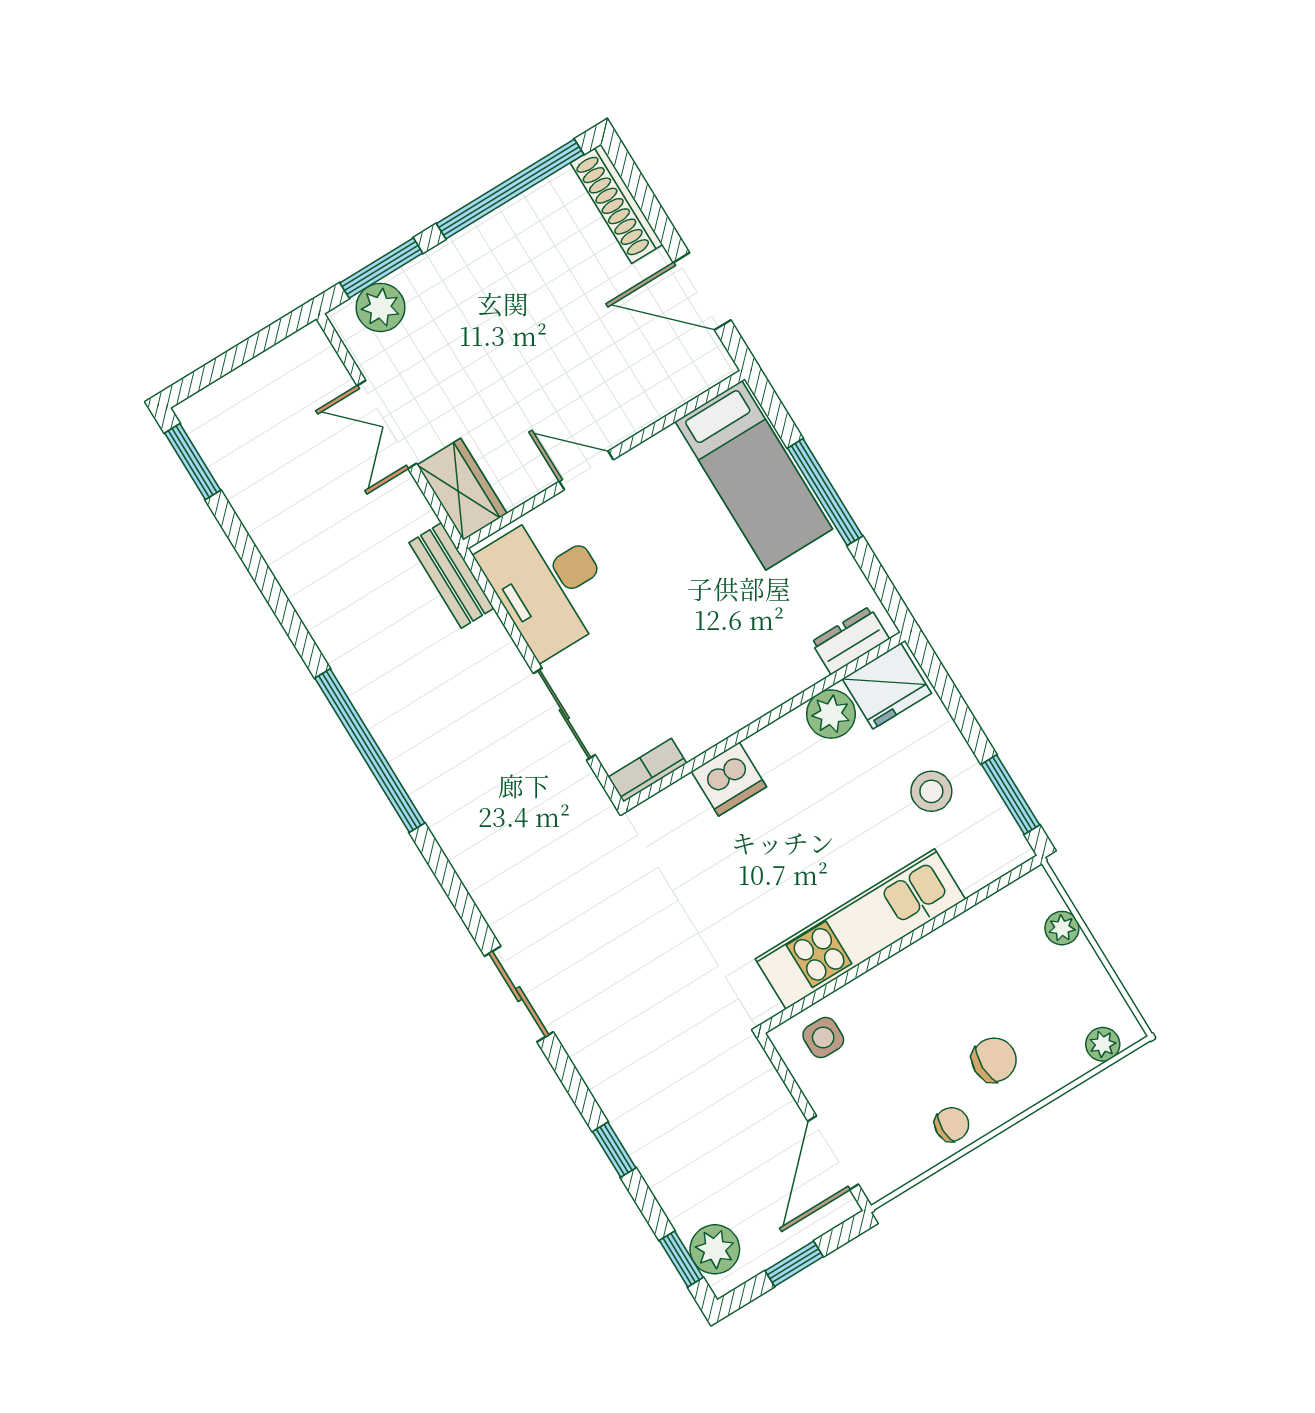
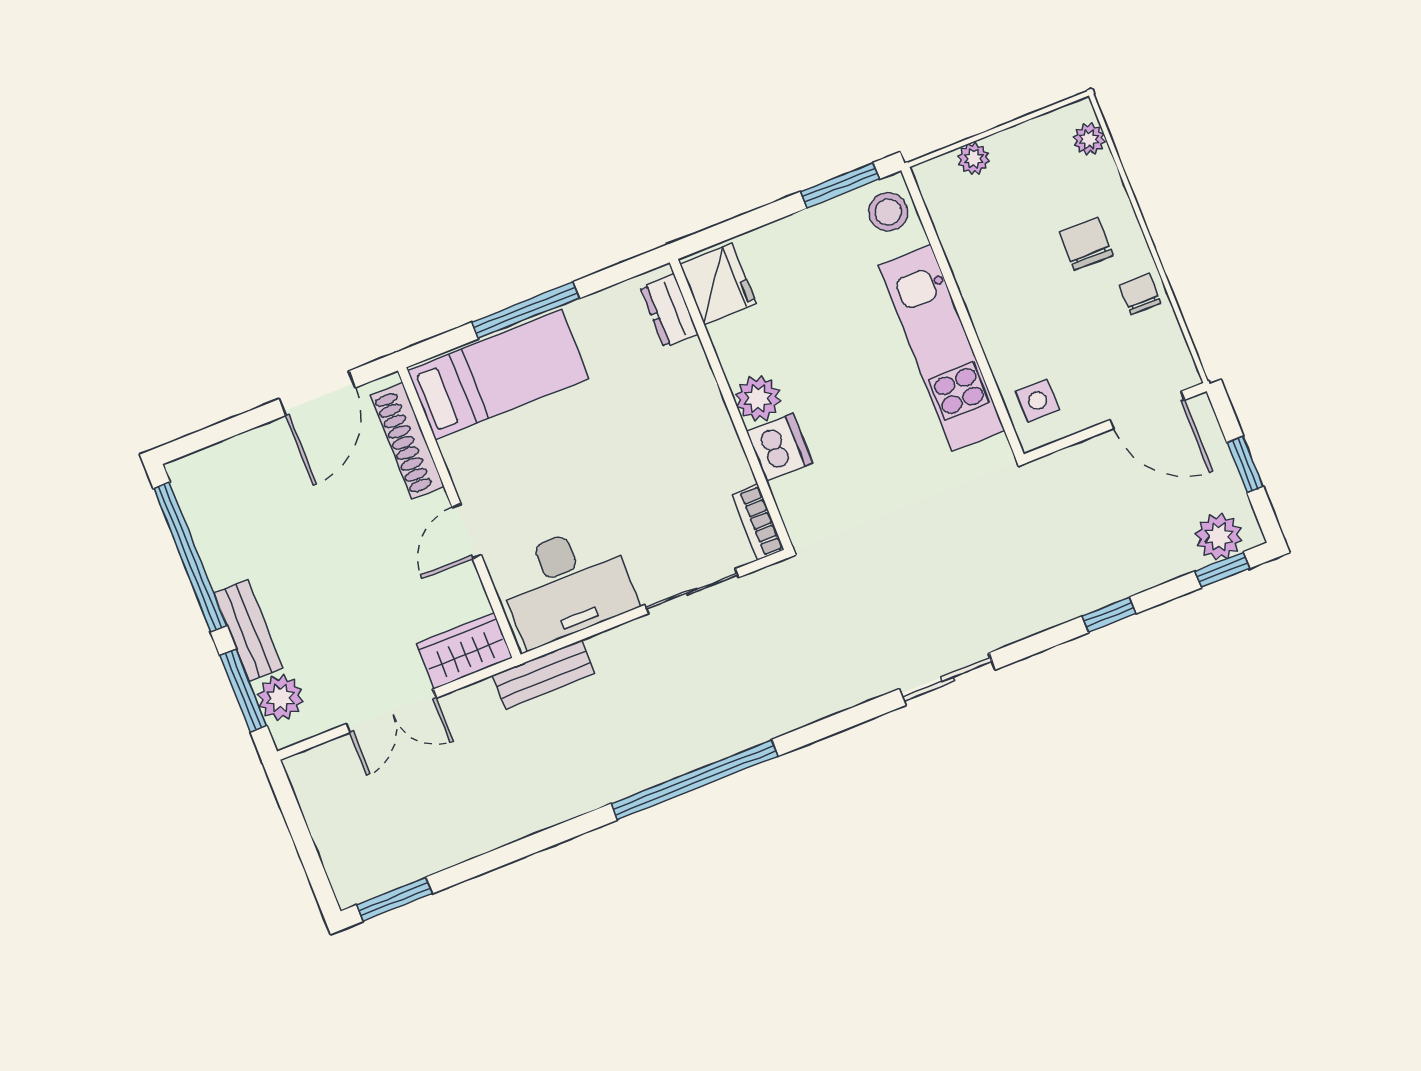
shoe rack: (616, 204) -> (407, 441), moved, turned 90
bench: (444, 262) -> (248, 631), added
plant: (831, 714) -> (758, 398), moved
stool: (931, 791) -> (888, 212), moved

